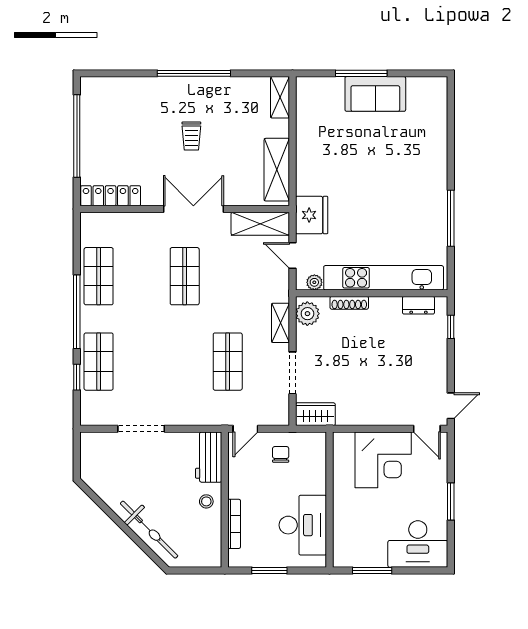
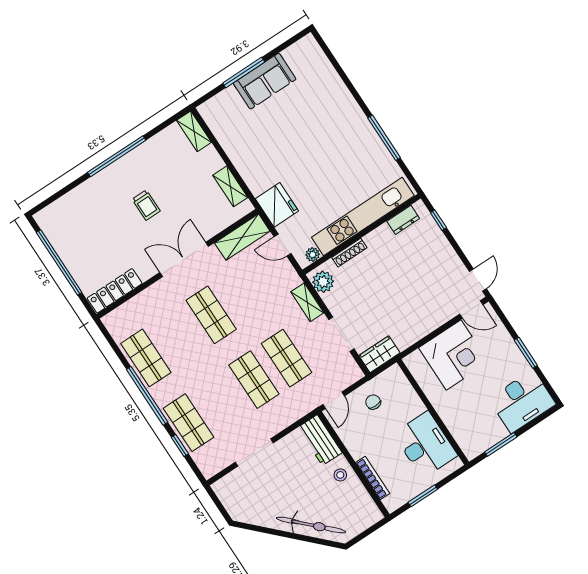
shelving: (277, 170) -> (230, 186), width x0.67, depth x0.75
shop shelf: (185, 362) -> (254, 380), added

